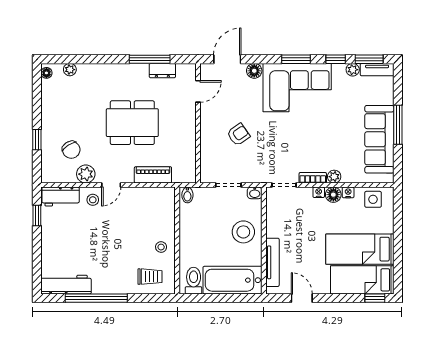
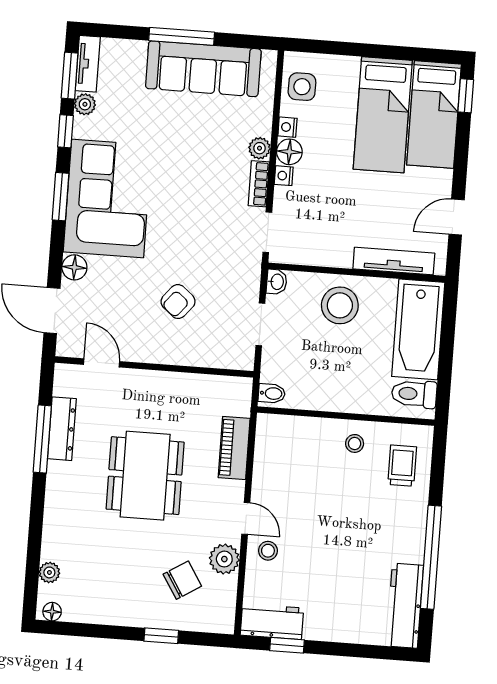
dresser: (162, 71) -> (62, 429), width x1.44
armchair: (238, 135) -> (178, 302), turned -105
workbench: (61, 197) -> (272, 622), moved, turned -90

